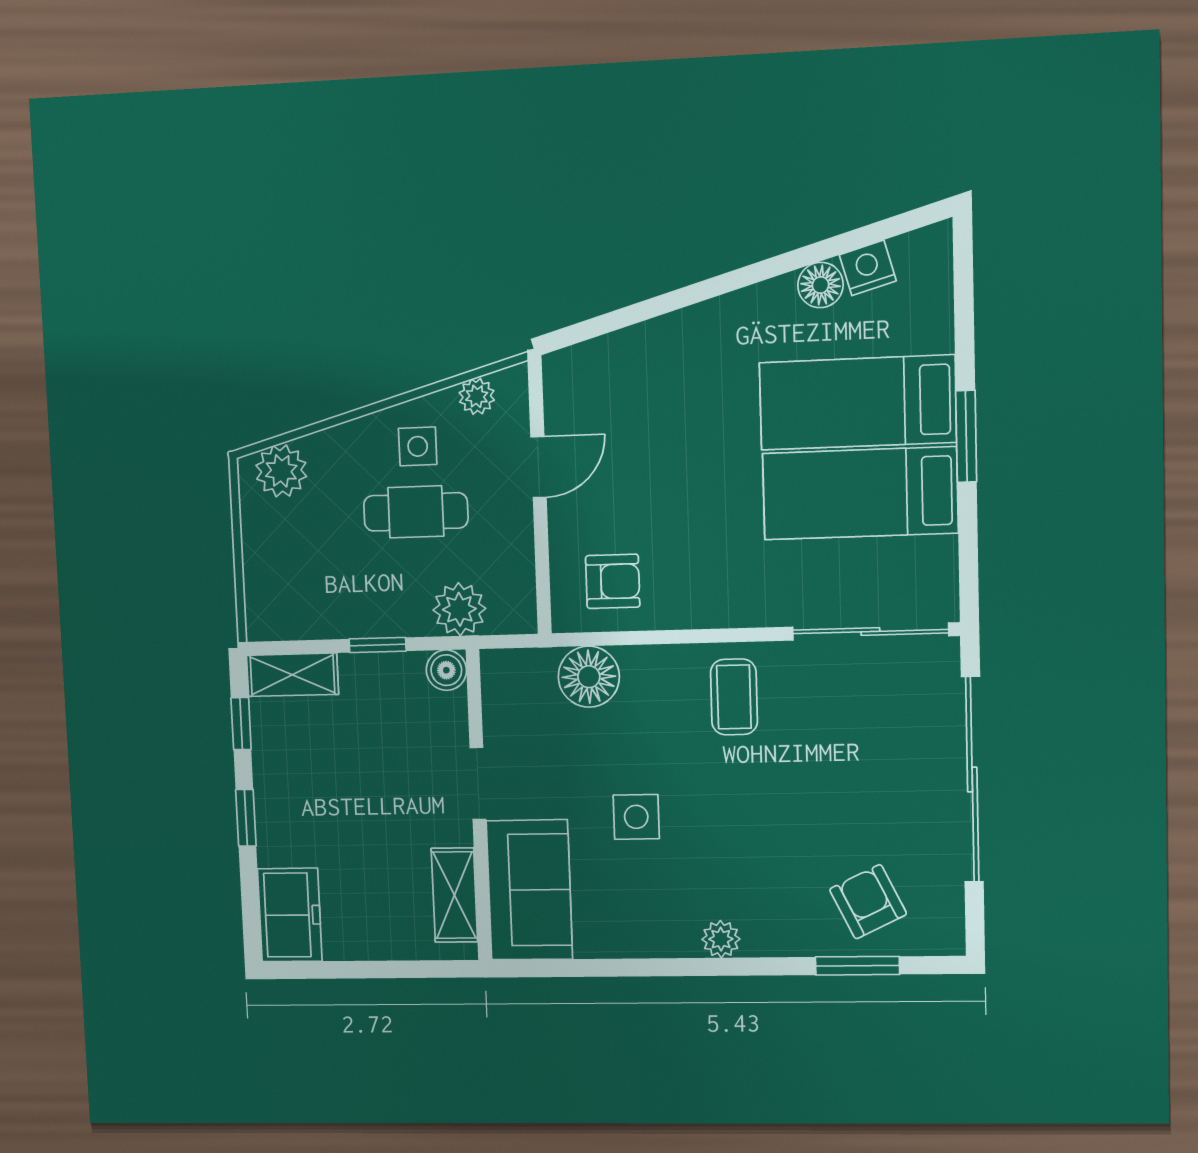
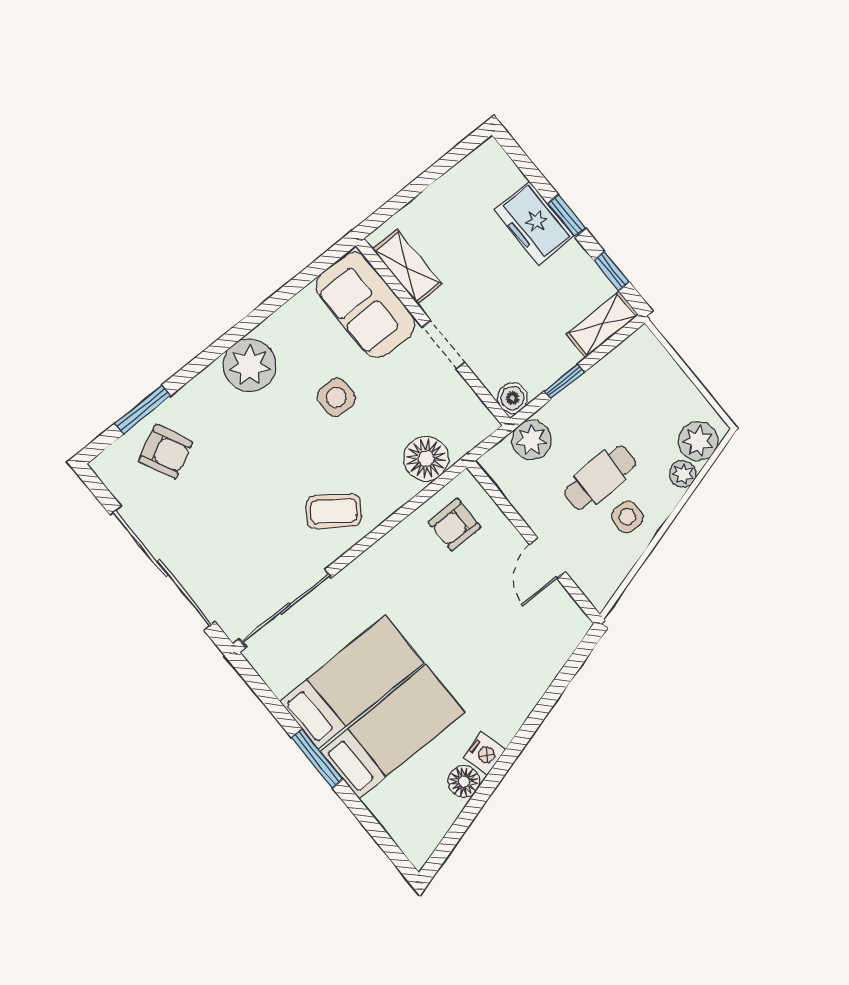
nightstand: (868, 268) -> (485, 753), moved
plant: (477, 396) -> (683, 474), moved
coffee table: (734, 697) -> (334, 511), turned -55
freezer: (290, 915) -> (534, 223), moved
plant: (721, 939) -> (249, 365), width x1.87, depth x1.87

